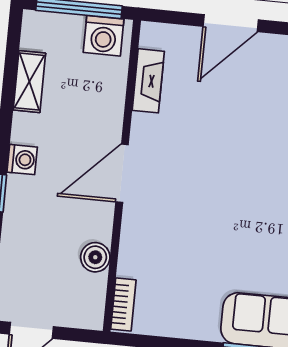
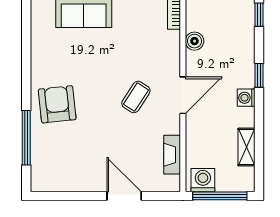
door: (231, 23) -> (124, 196), hinge flipped
coffee table: (197, 178) -> (136, 97), added

